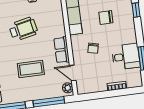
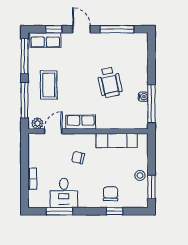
chair: (106, 18) -> (111, 194), moved
coffee table: (31, 69) -> (49, 85), moved

